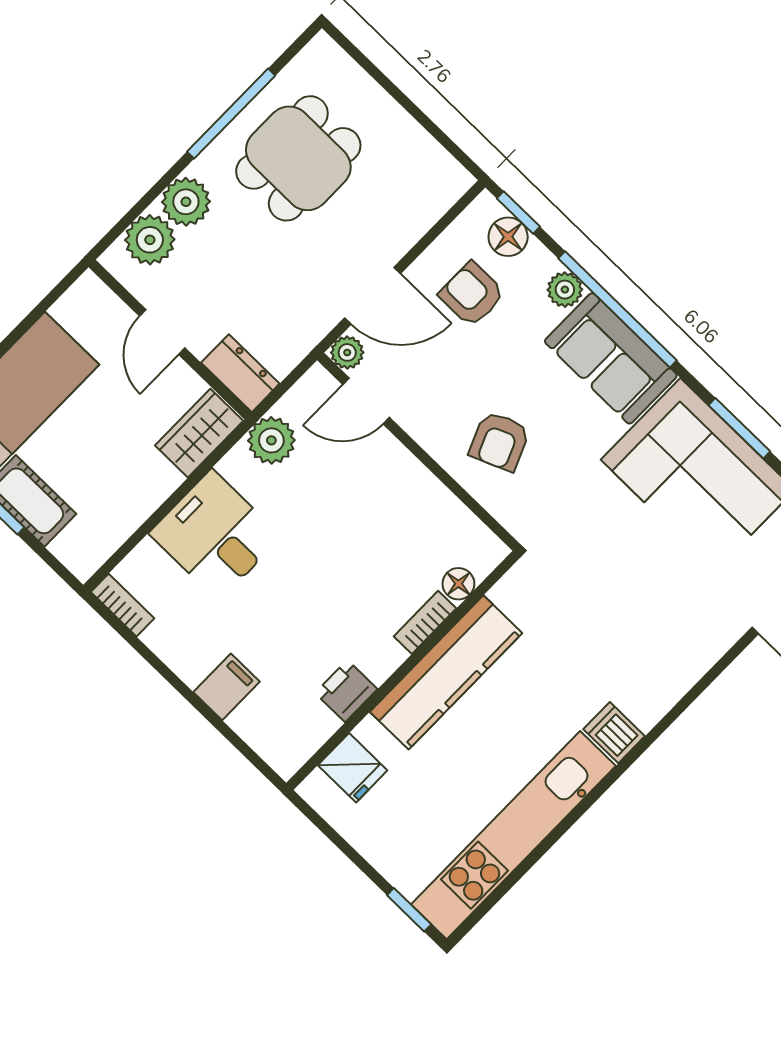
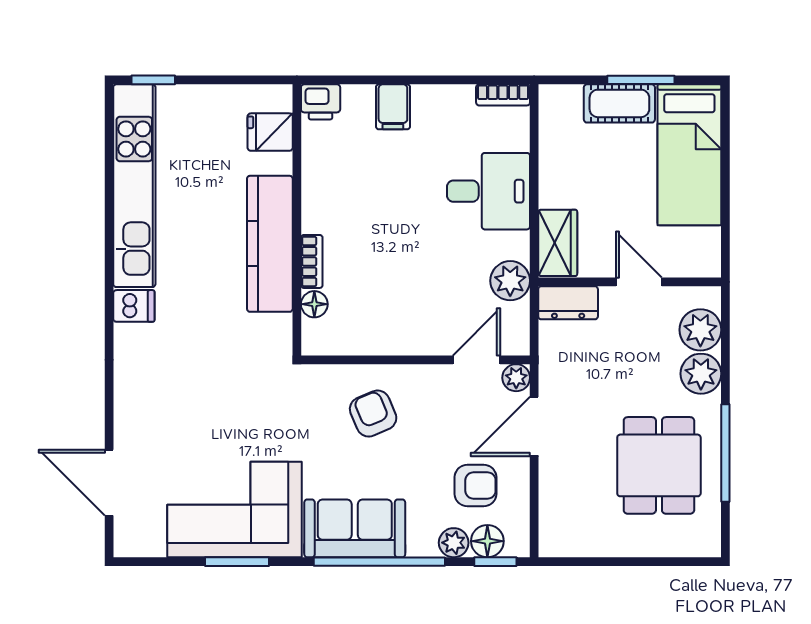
plant: (565, 290) -> (454, 543), moved
printer: (346, 691) -> (321, 102), moved, turned 90

